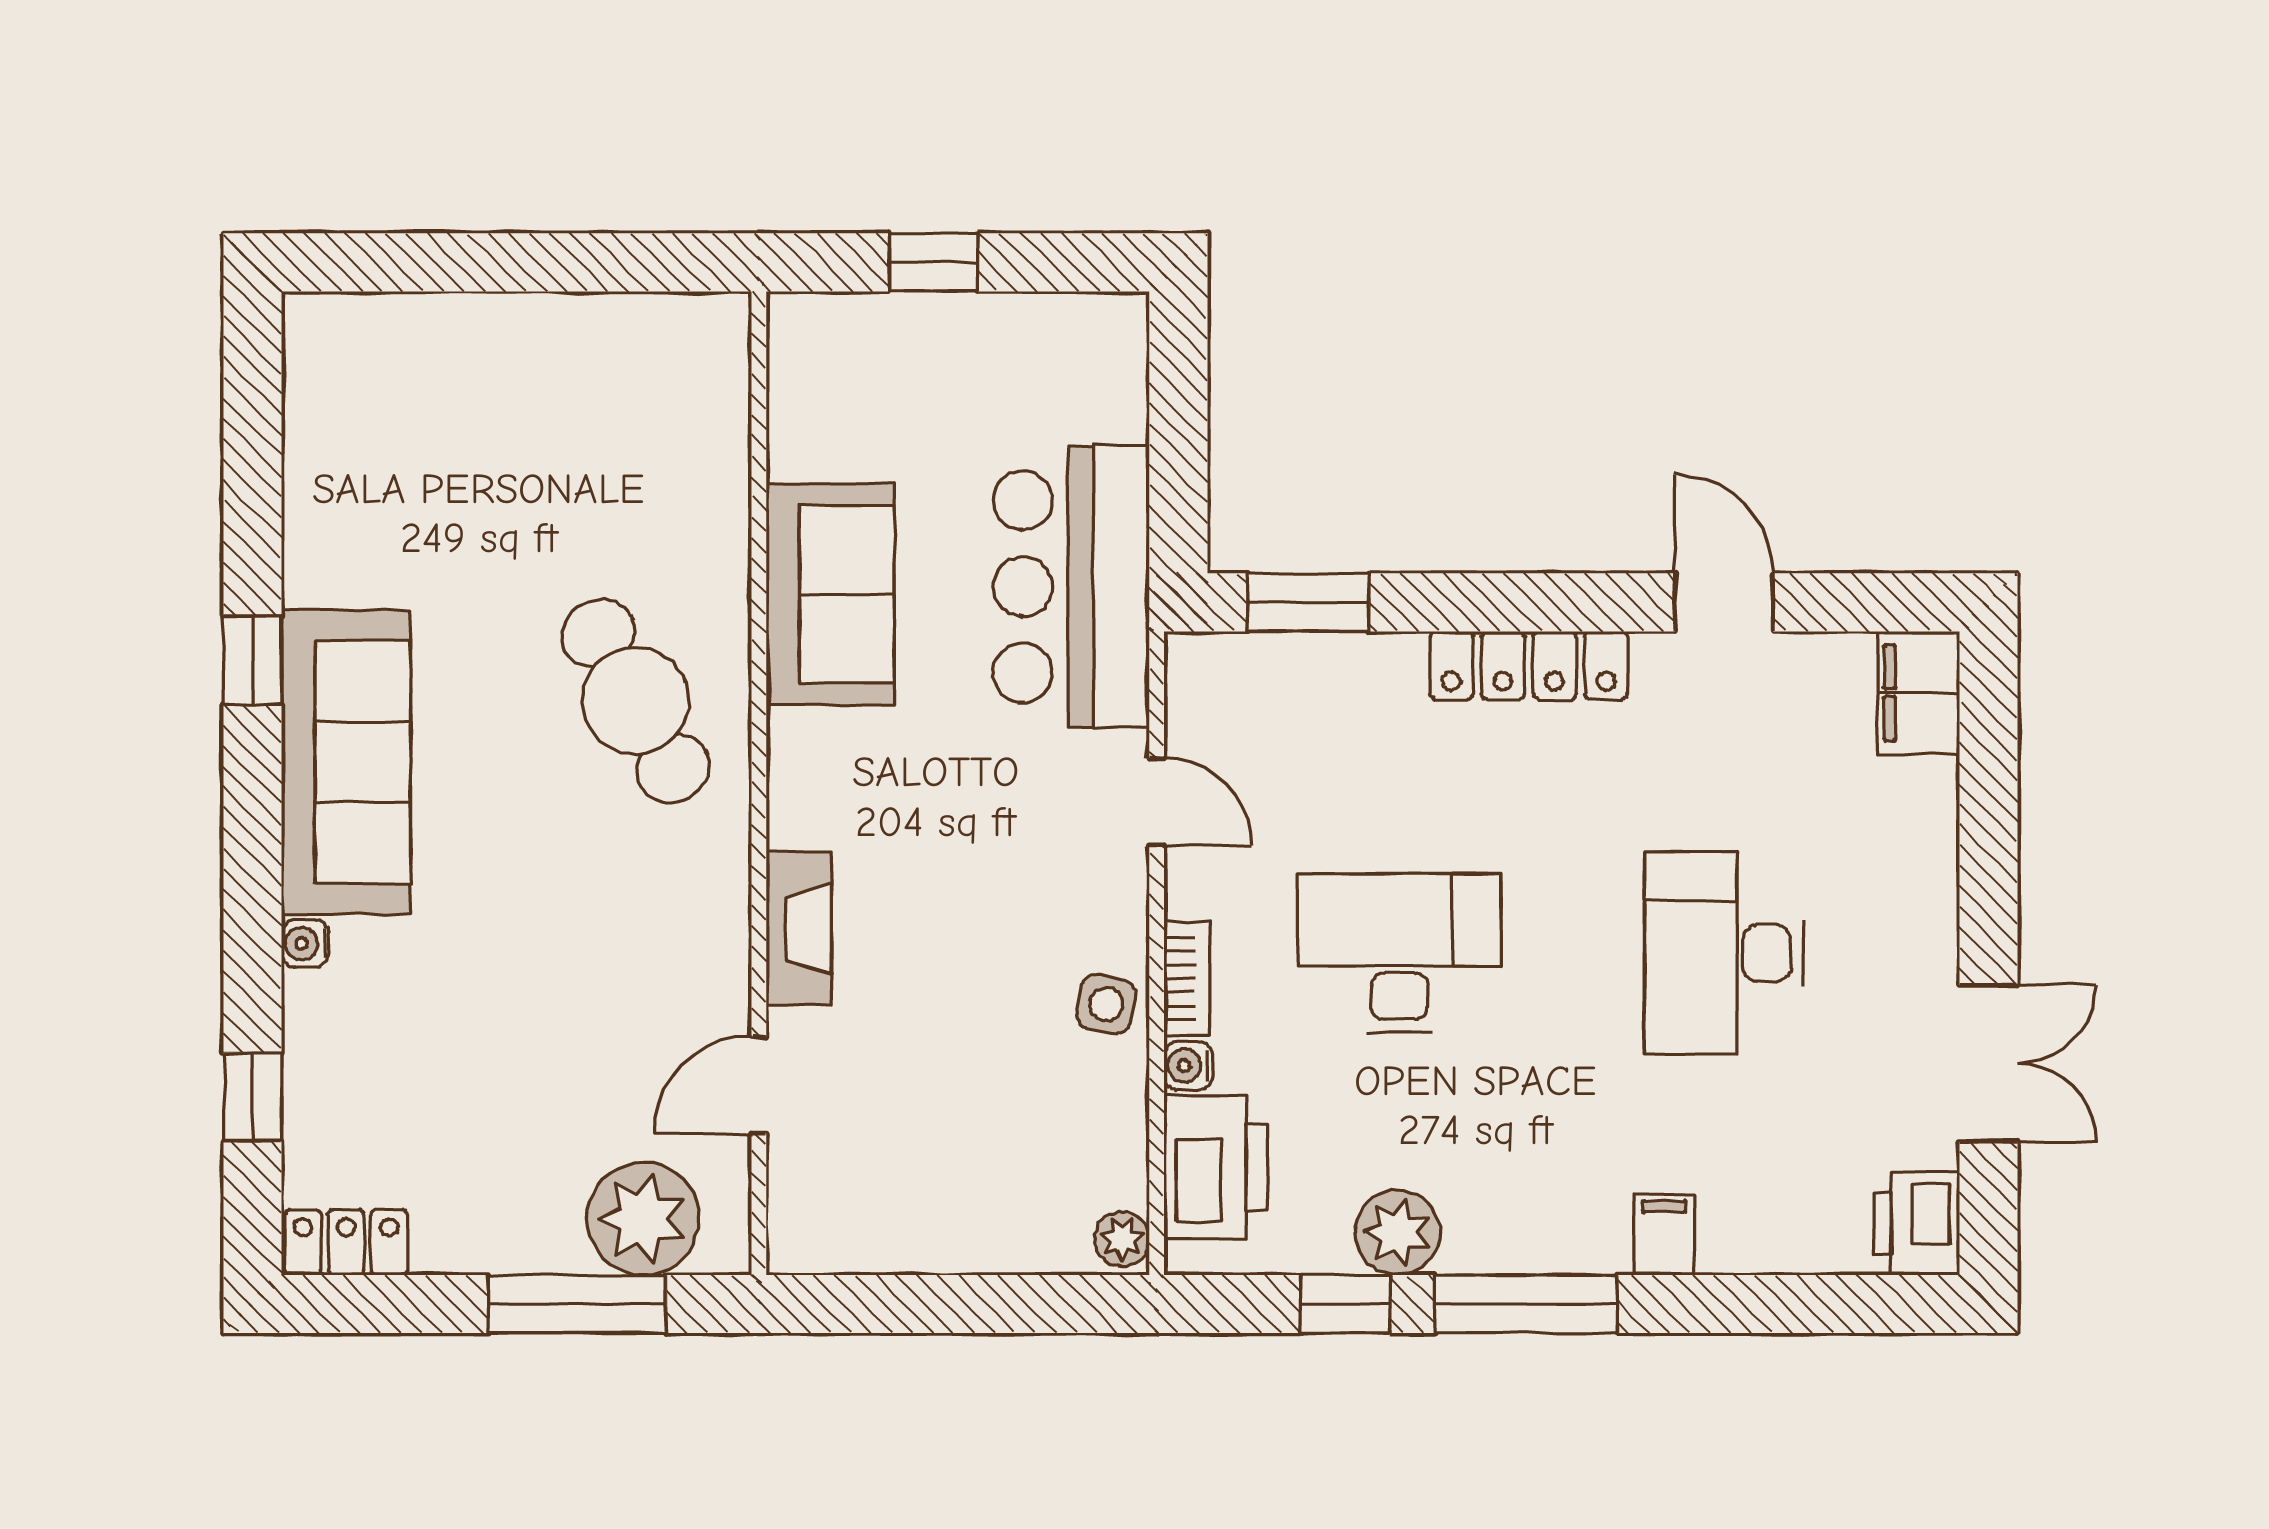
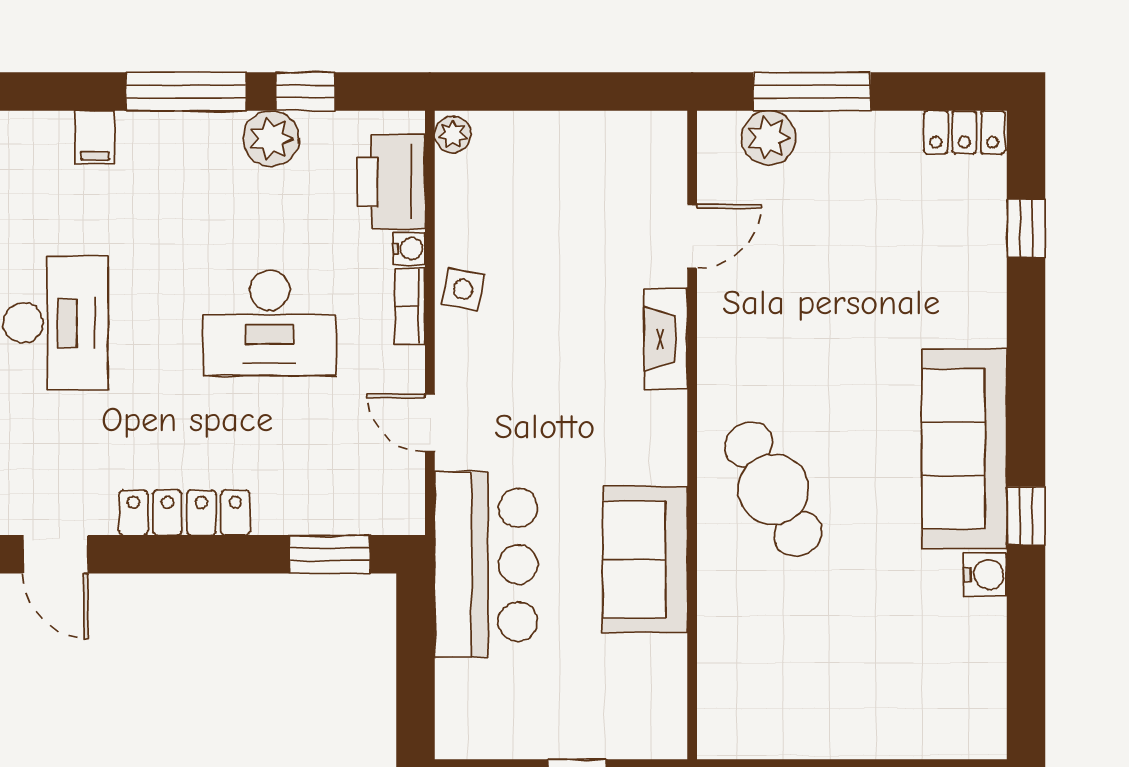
water cooler: (305, 943) -> (985, 575), moved, width x1.38, depth x1.38
plant: (643, 1219) -> (769, 138), width x0.73, depth x0.73

